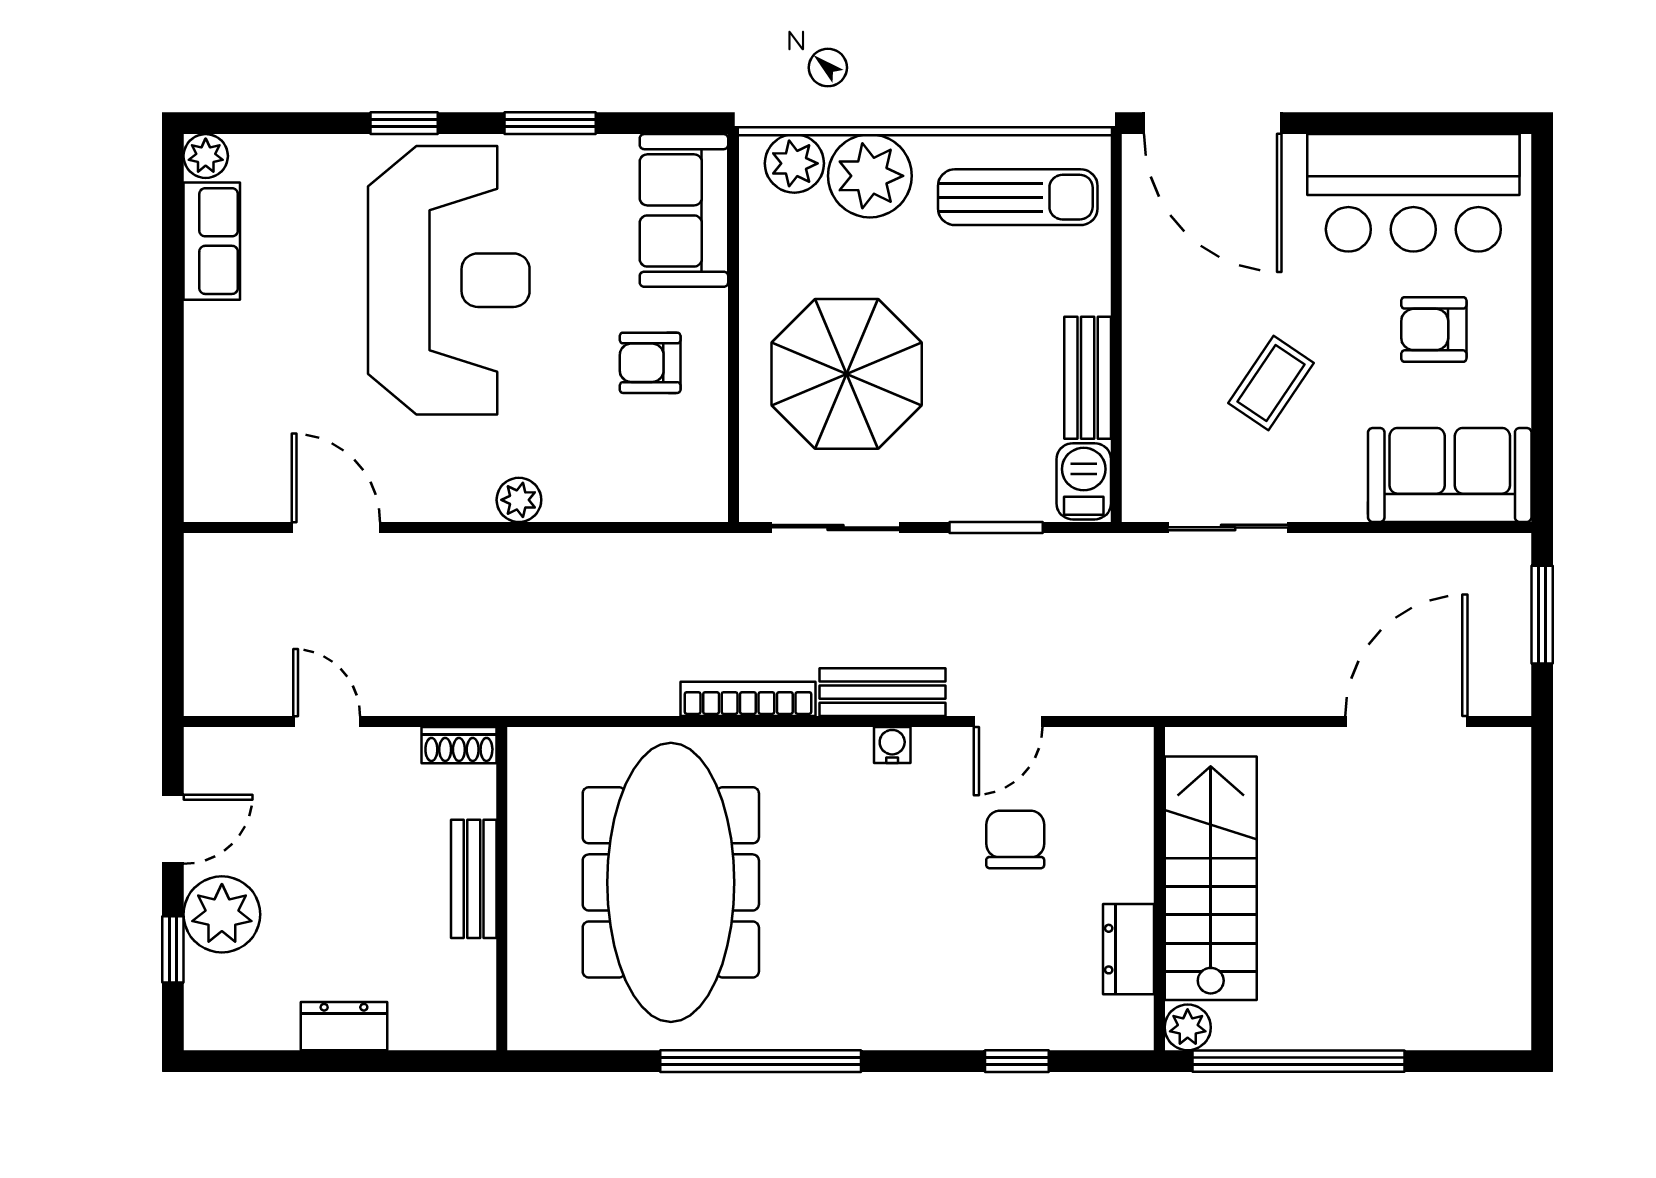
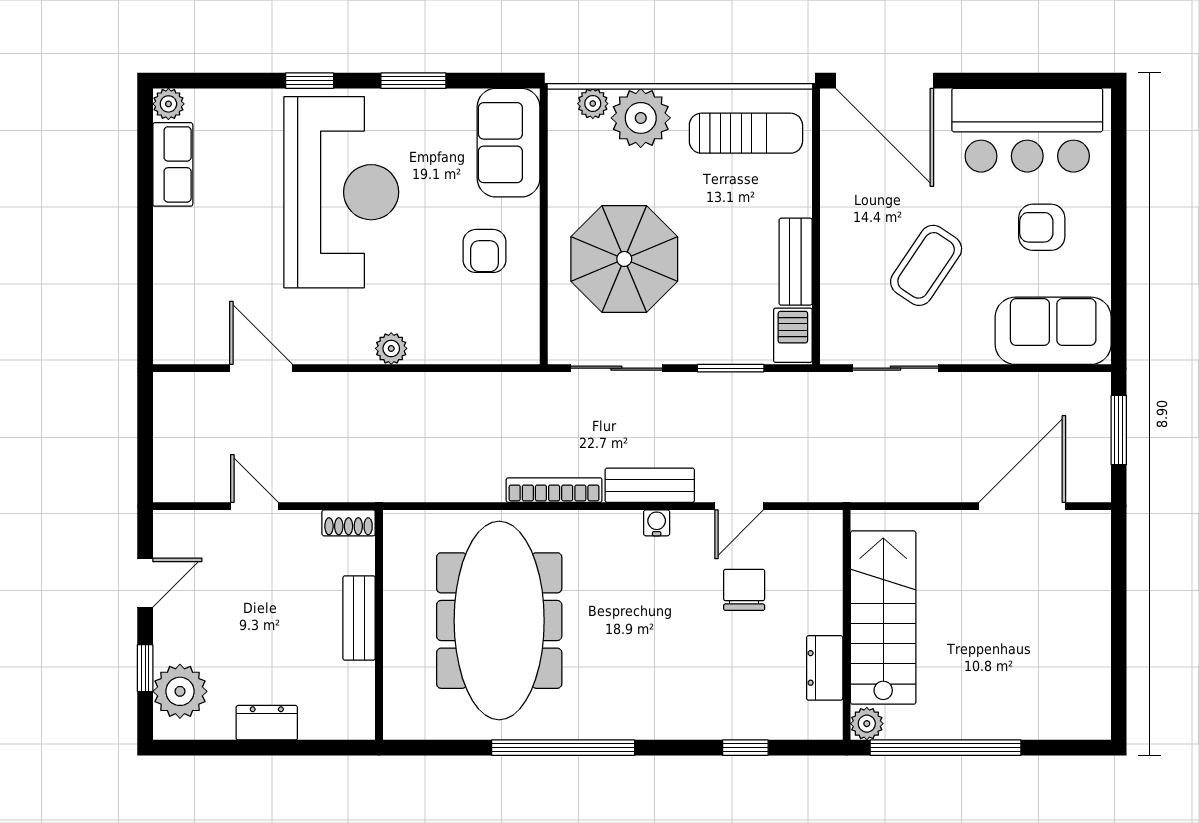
plant: (794, 163) -> (593, 104), width x0.73, depth x0.73
armchair: (650, 363) -> (484, 251), turned -90
coffee table: (1271, 383) -> (926, 265), width x1.36, depth x1.30
plant: (222, 914) -> (180, 691), moved

